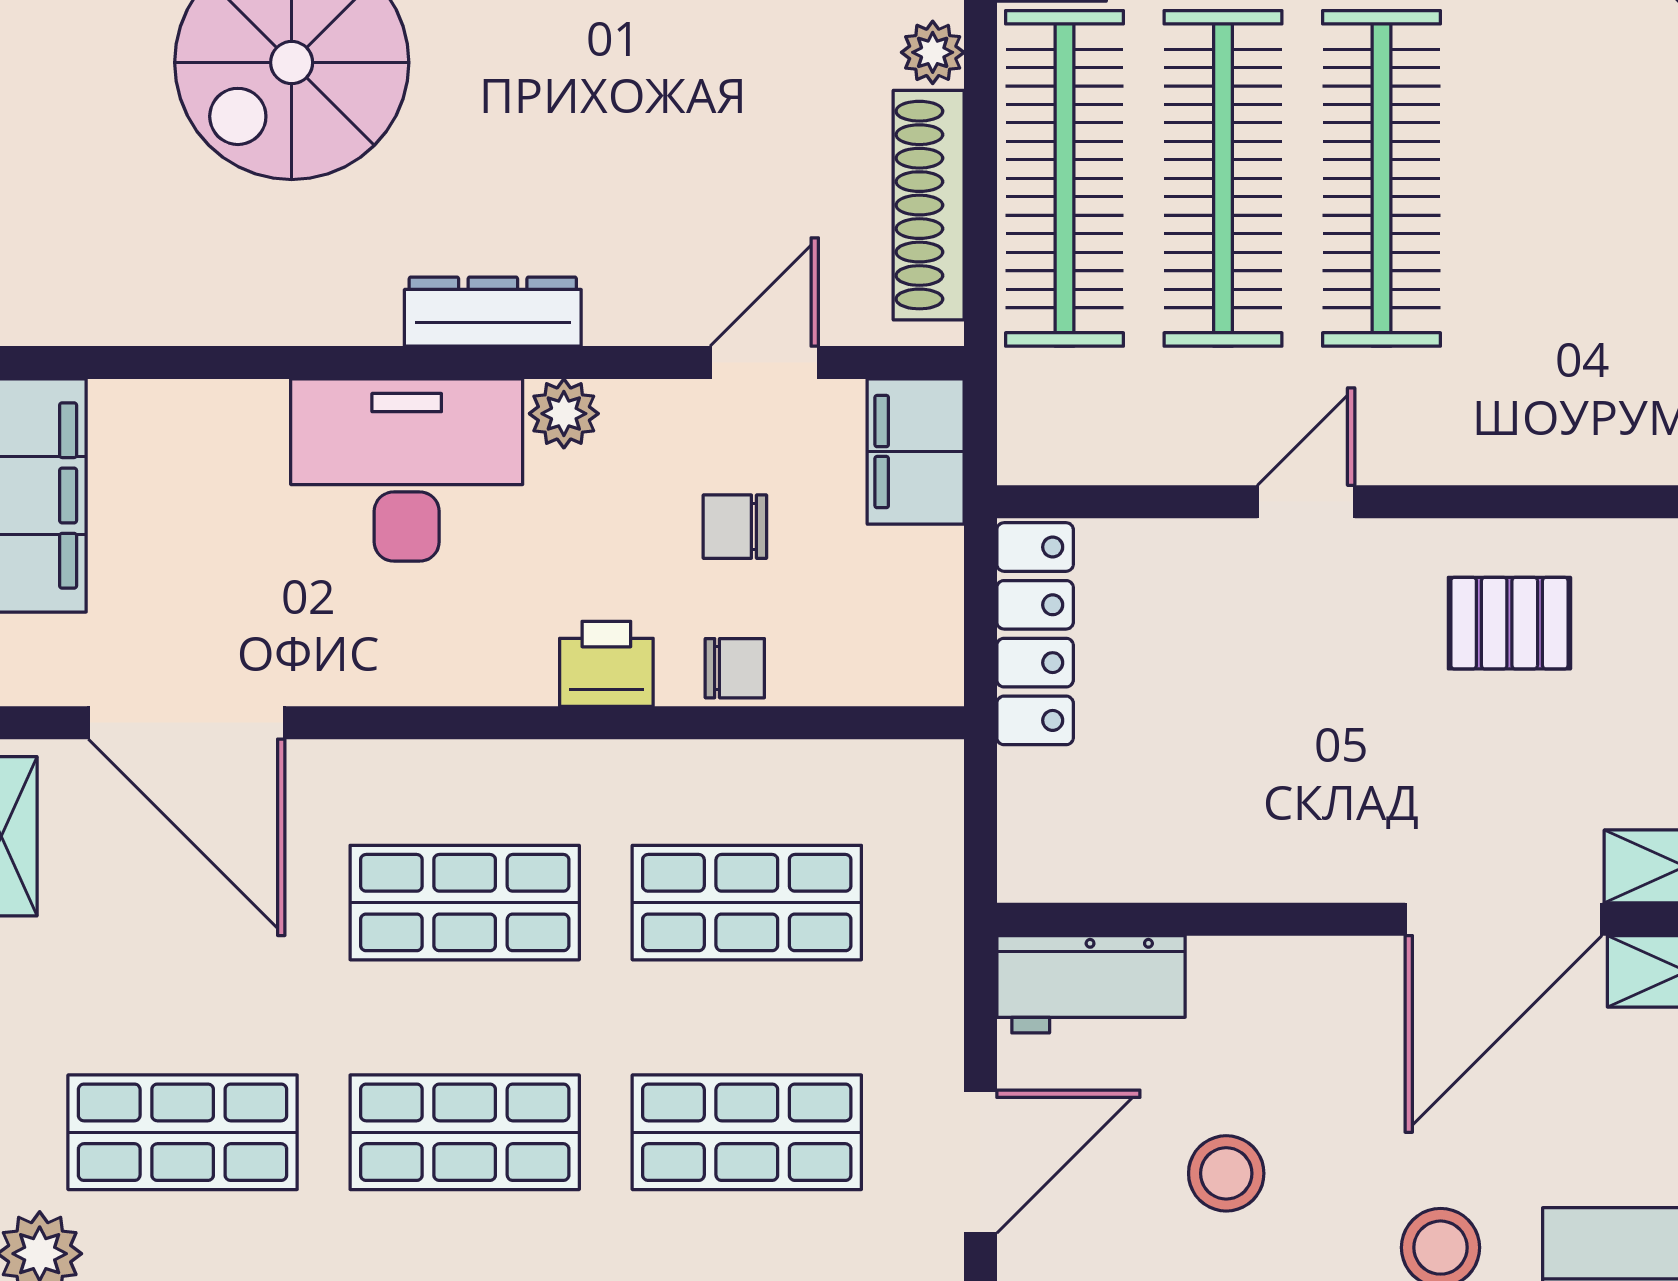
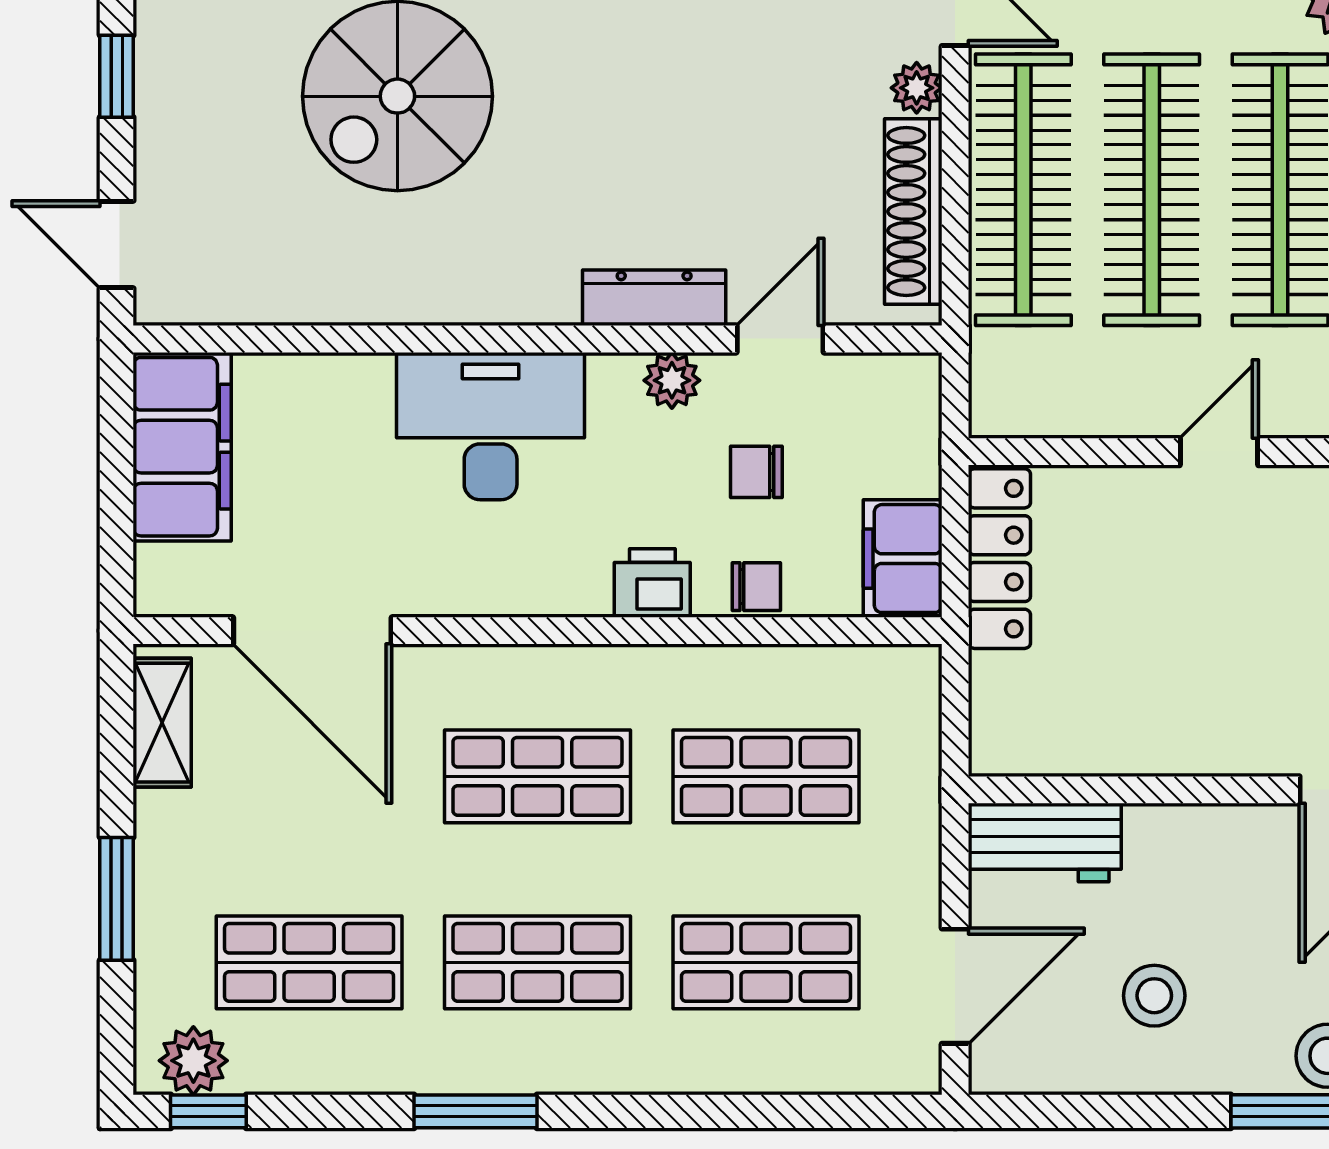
dresser: (493, 312) -> (654, 298), moved
plant: (564, 414) -> (672, 380), moved
filing cabinet: (916, 452) -> (903, 559), moved

